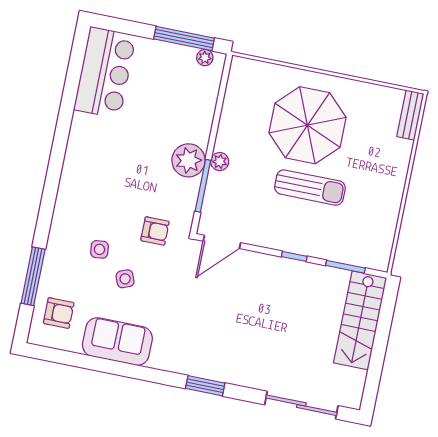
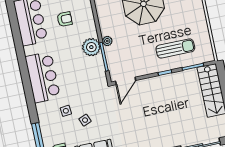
bar counter: (85, 176) -> (43, 77), added
sun lounger: (310, 188) -> (175, 48), moved
armchair: (155, 231) -> (65, 19), moved

